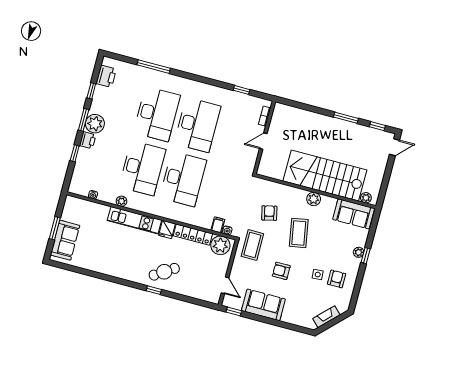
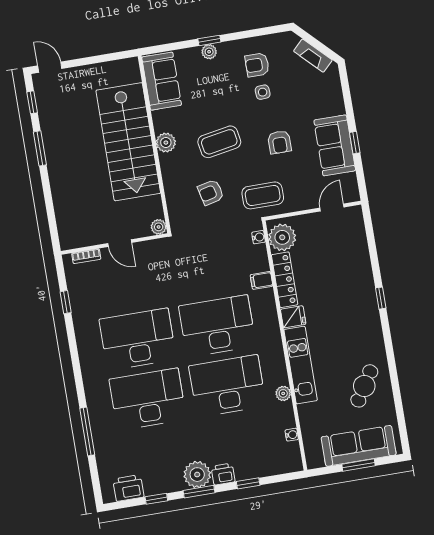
plant: (366, 198) -> (159, 227), moved
filing cabinet: (218, 225) -> (261, 280), moved
sofa: (65, 240) -> (359, 446), width x1.36
cafe table: (164, 272) -> (364, 386), moved, turned 65
window: (234, 311) -> (355, 143), moved

